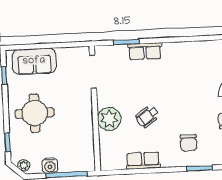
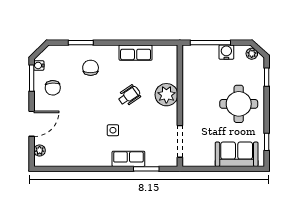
side table: (162, 80) -> (113, 130), added

